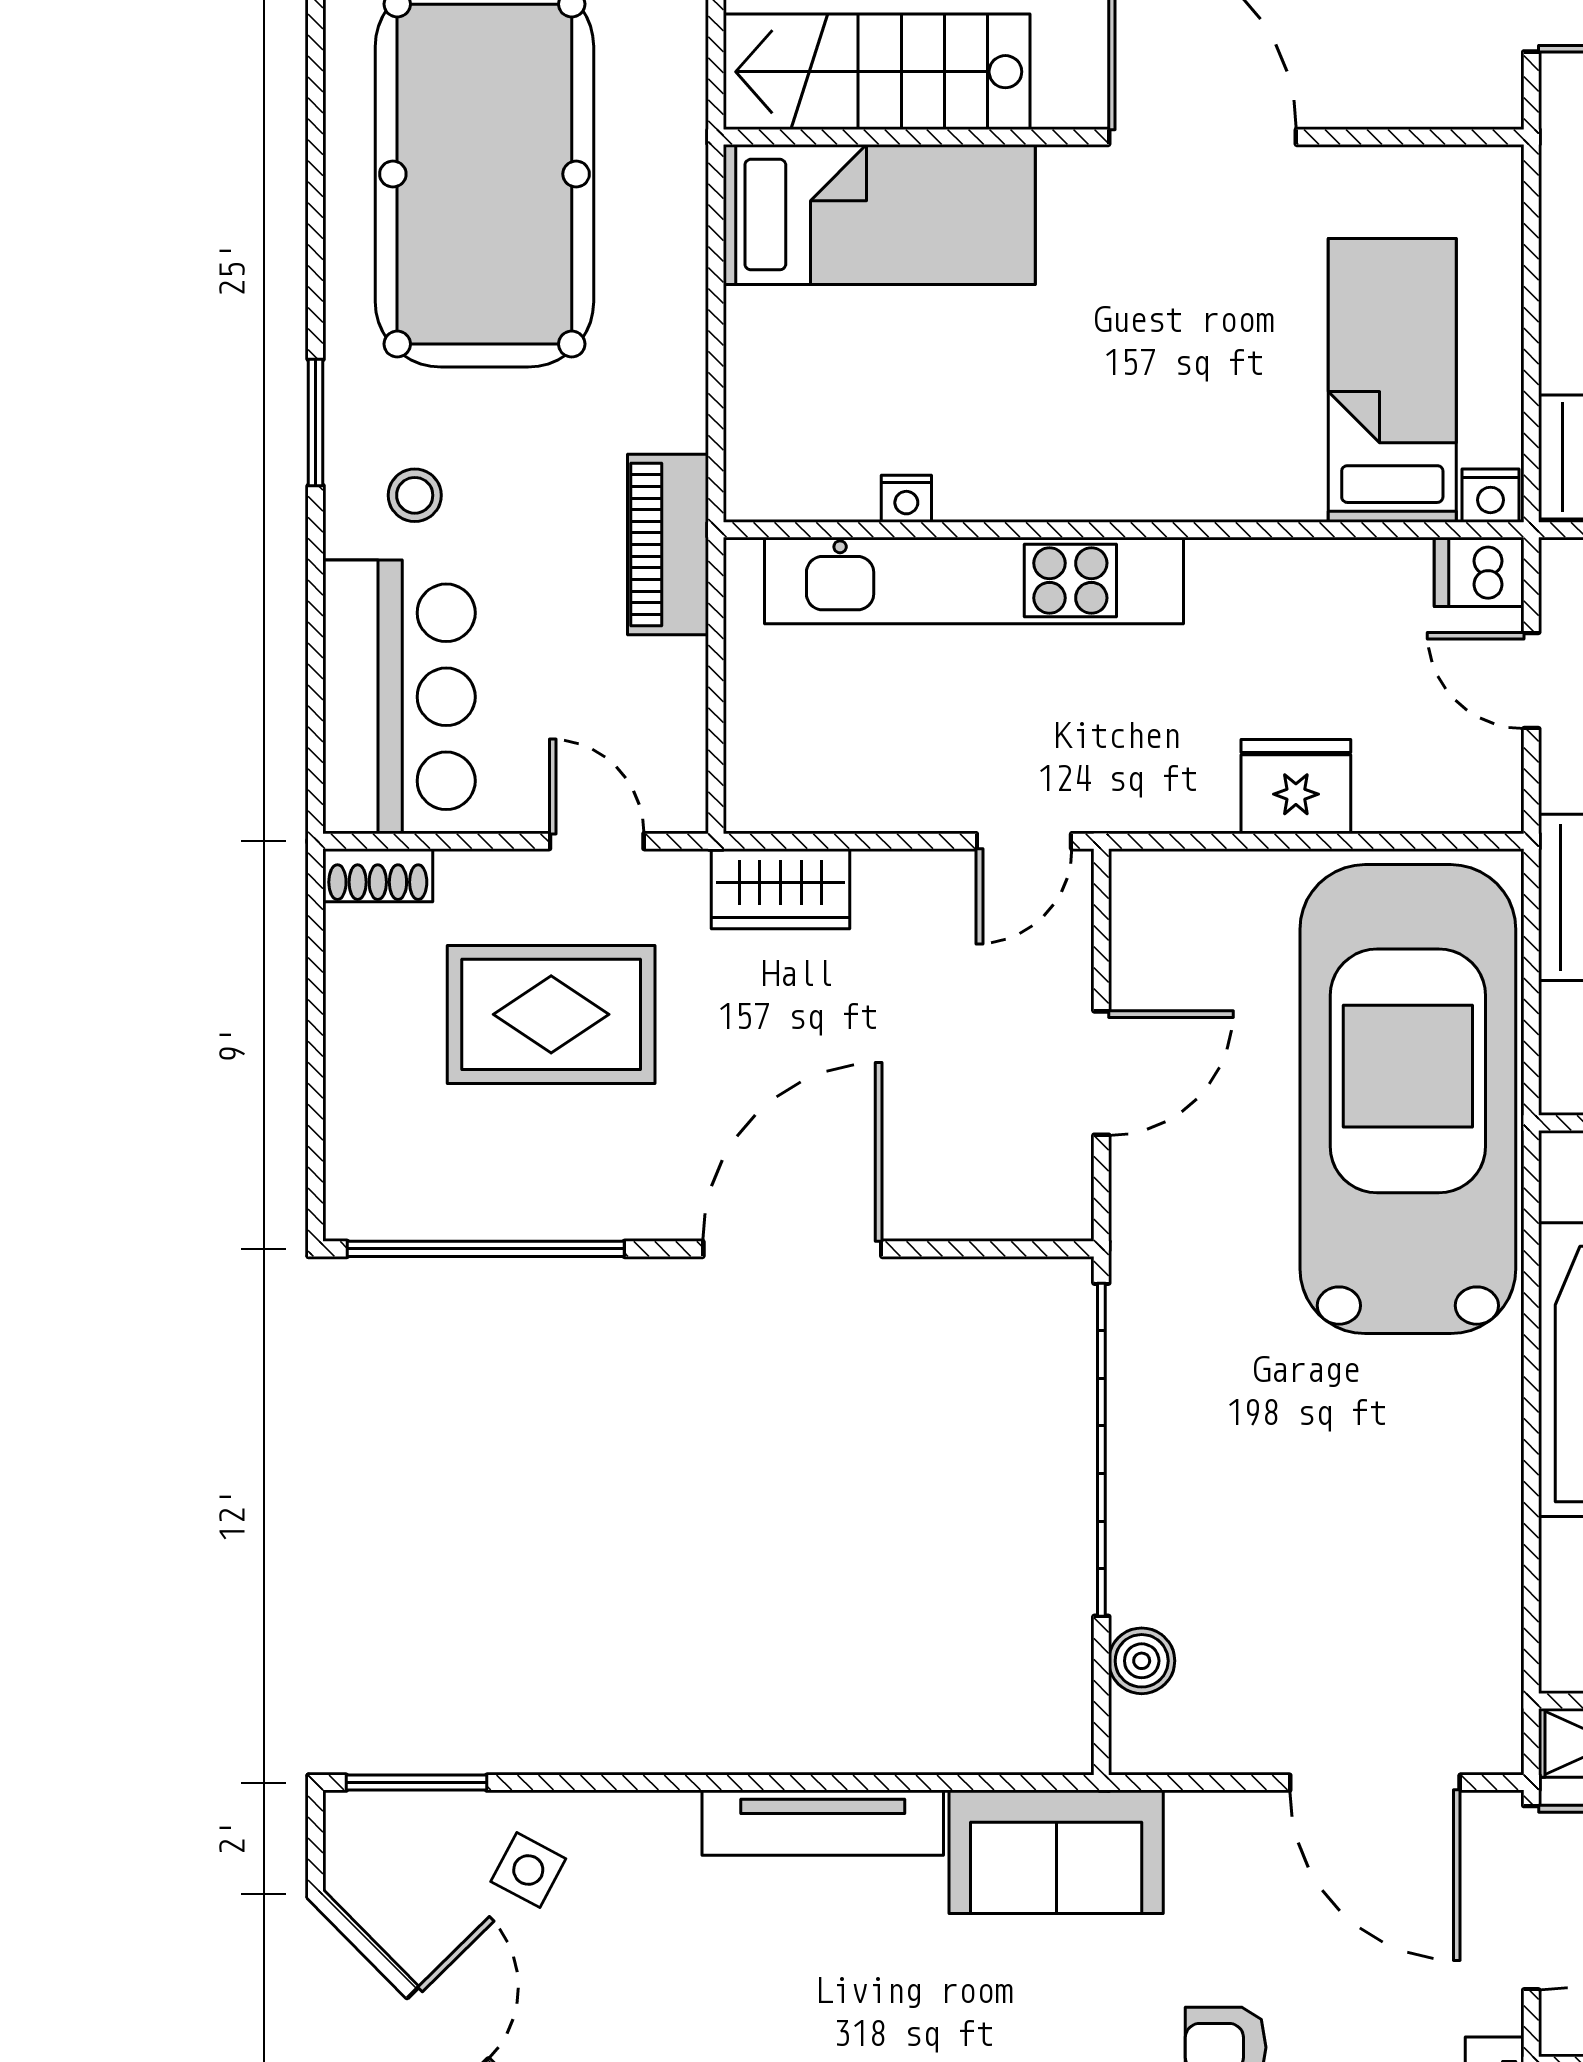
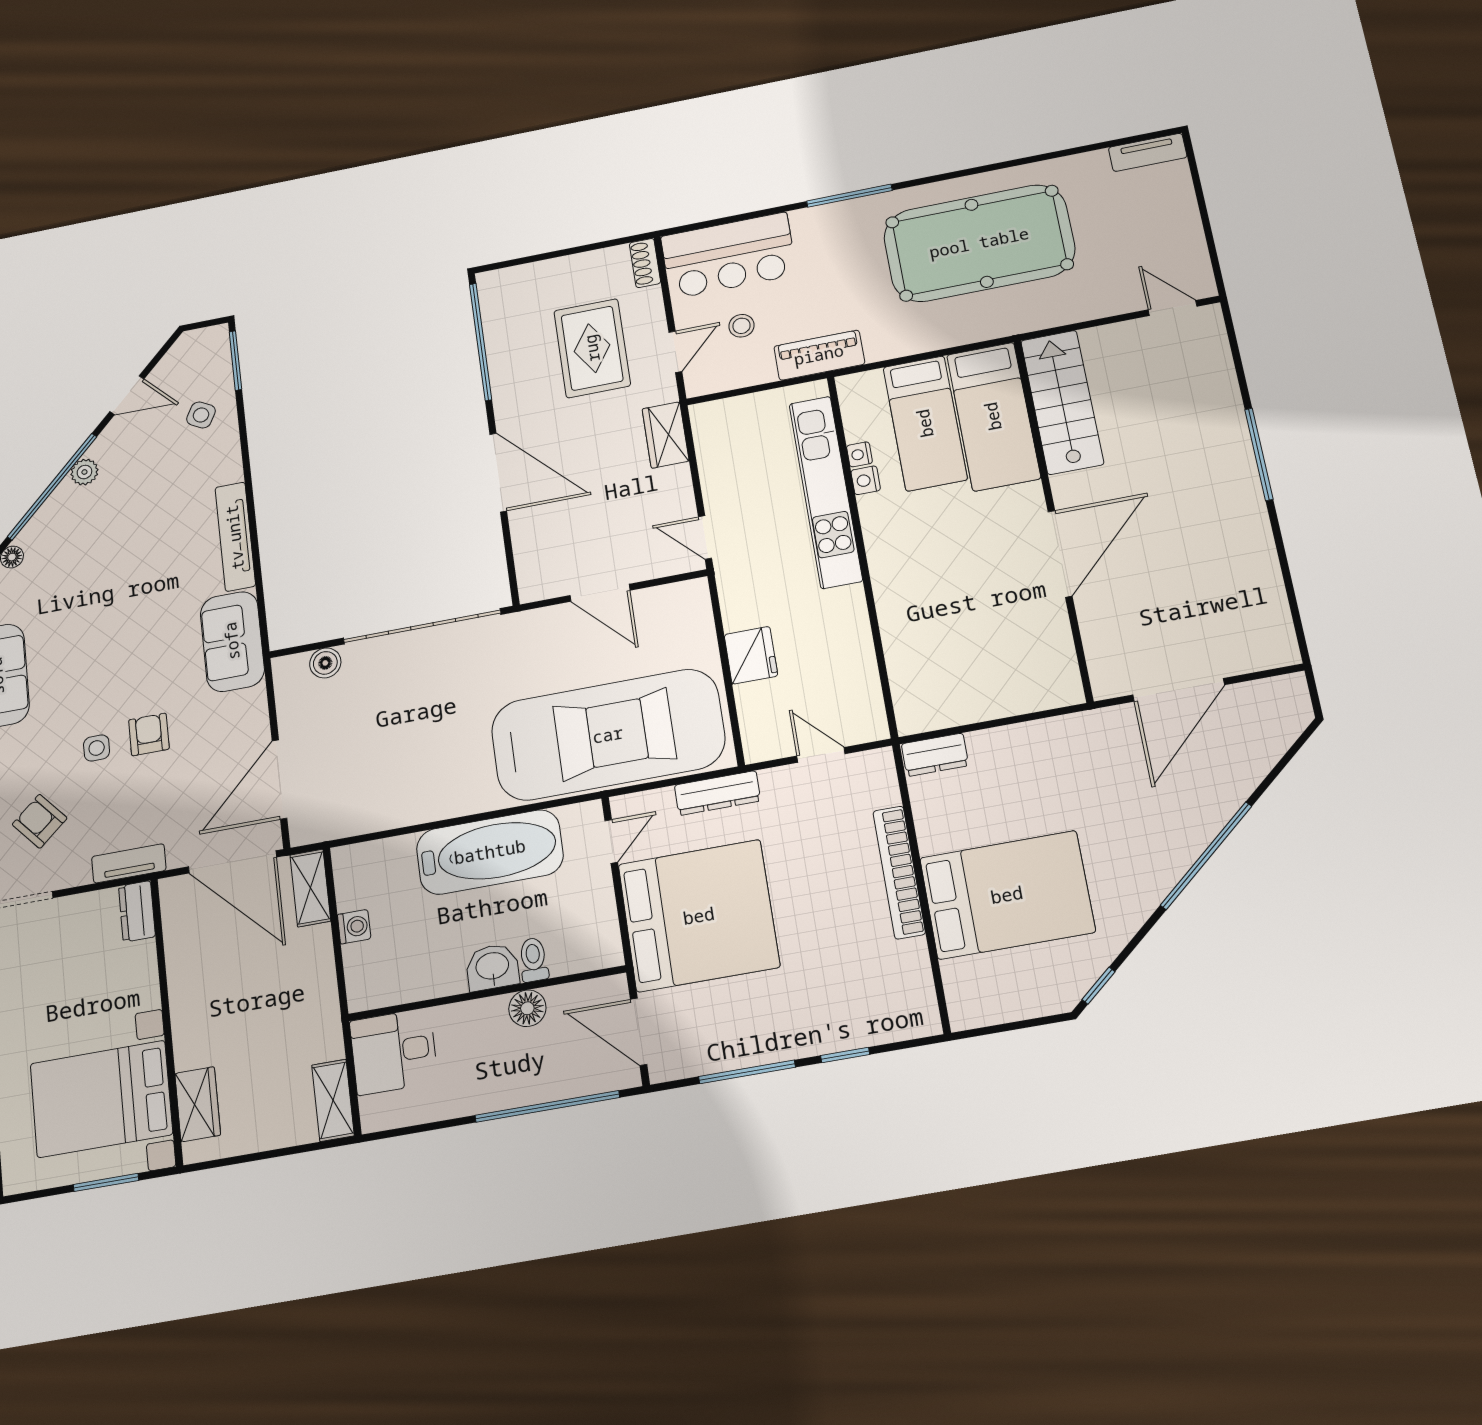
bed: (1392, 380) -> (925, 423), moved, turned 90
window: (316, 423) -> (849, 196), width x1.44
stool: (415, 495) -> (741, 326), moved
nightstand: (1490, 496) -> (866, 480), moved
dishwasher: (1479, 572) -> (870, 721), removed
door: (1531, 681) -> (821, 755), hinge flipped

